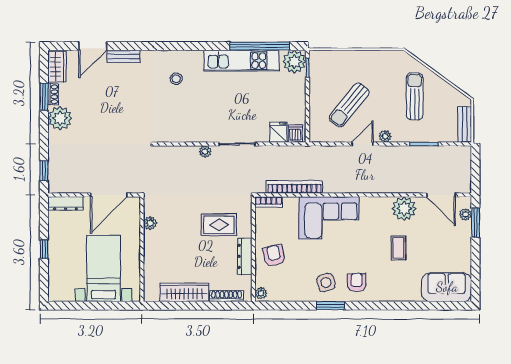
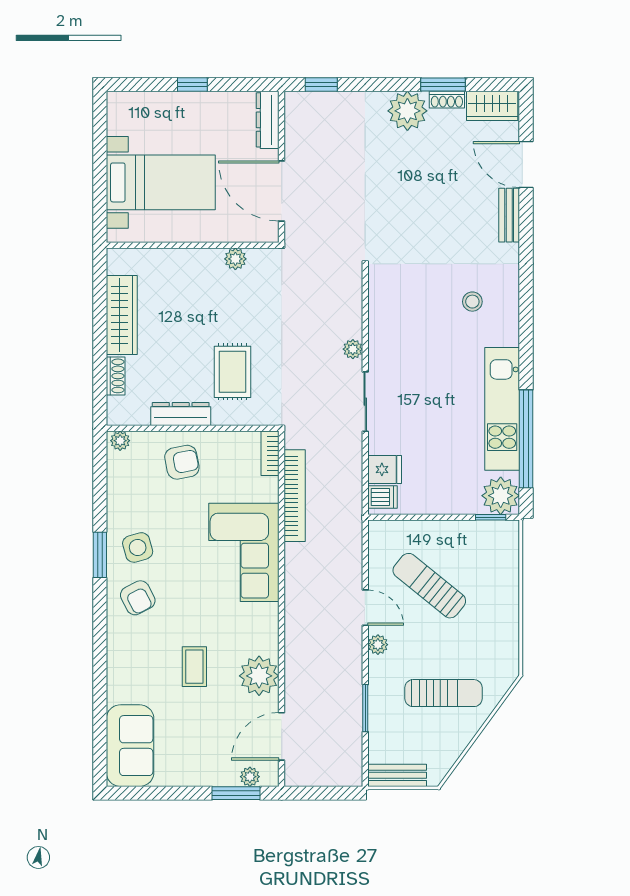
coffee table: (398, 248) -> (194, 667), turned 90
armchair: (357, 283) -> (138, 598), turned 63
shoe rack: (226, 296) -> (116, 376), width x0.70

